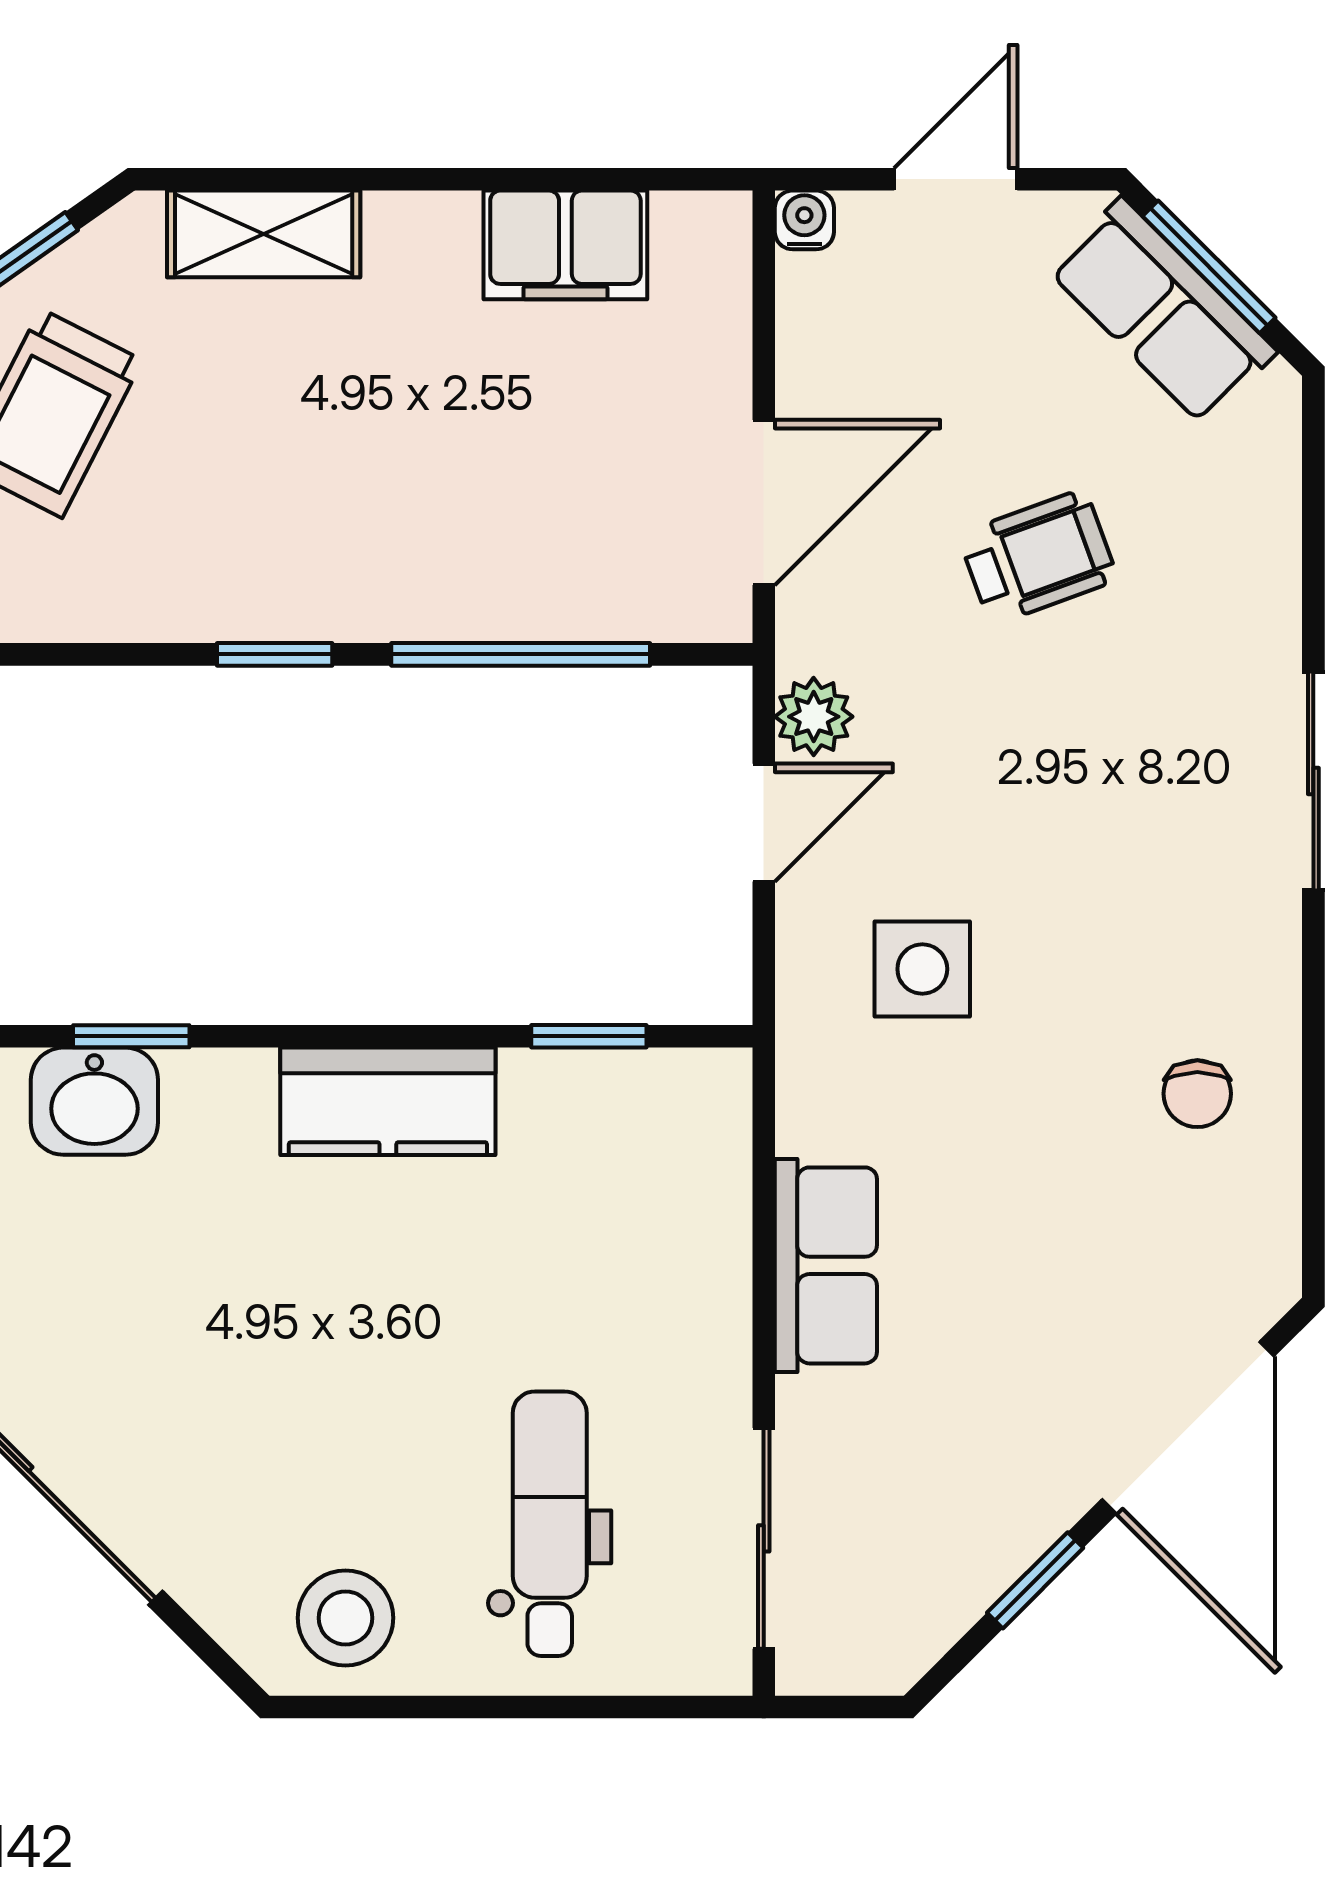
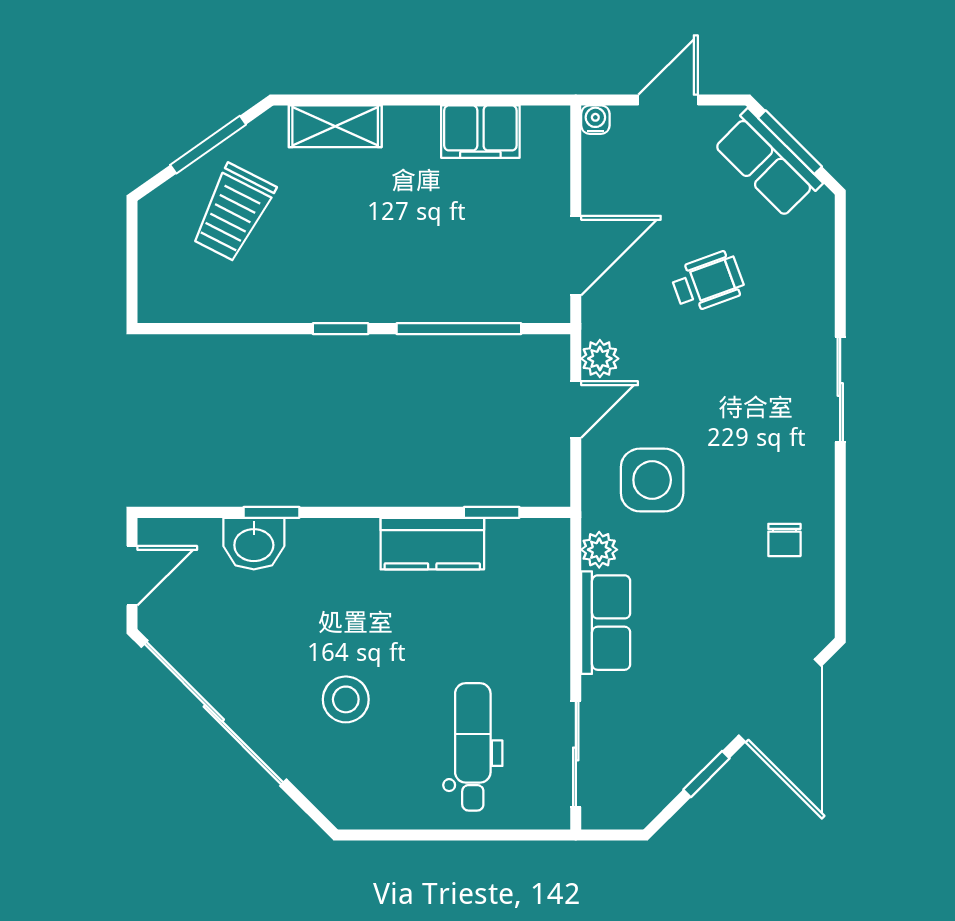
side table: (922, 969) -> (652, 480), width x1.37, depth x1.37
kitchen counter: (388, 1101) -> (432, 544), moved
plant: (812, 1114) -> (599, 550), added
stool: (345, 1618) -> (346, 699), moved

